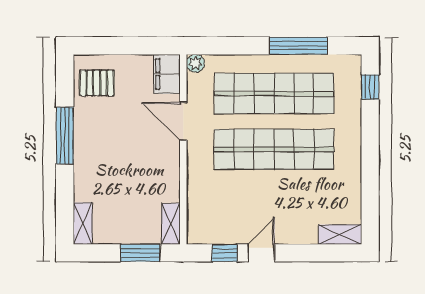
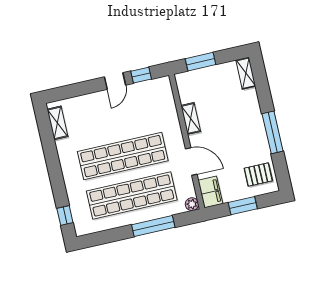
window: (127, 46) -> (243, 206), added
window: (298, 46) -> (153, 226), moved
shelving: (171, 224) -> (191, 118), moved
shelving: (340, 235) -> (58, 123), moved, turned 90

